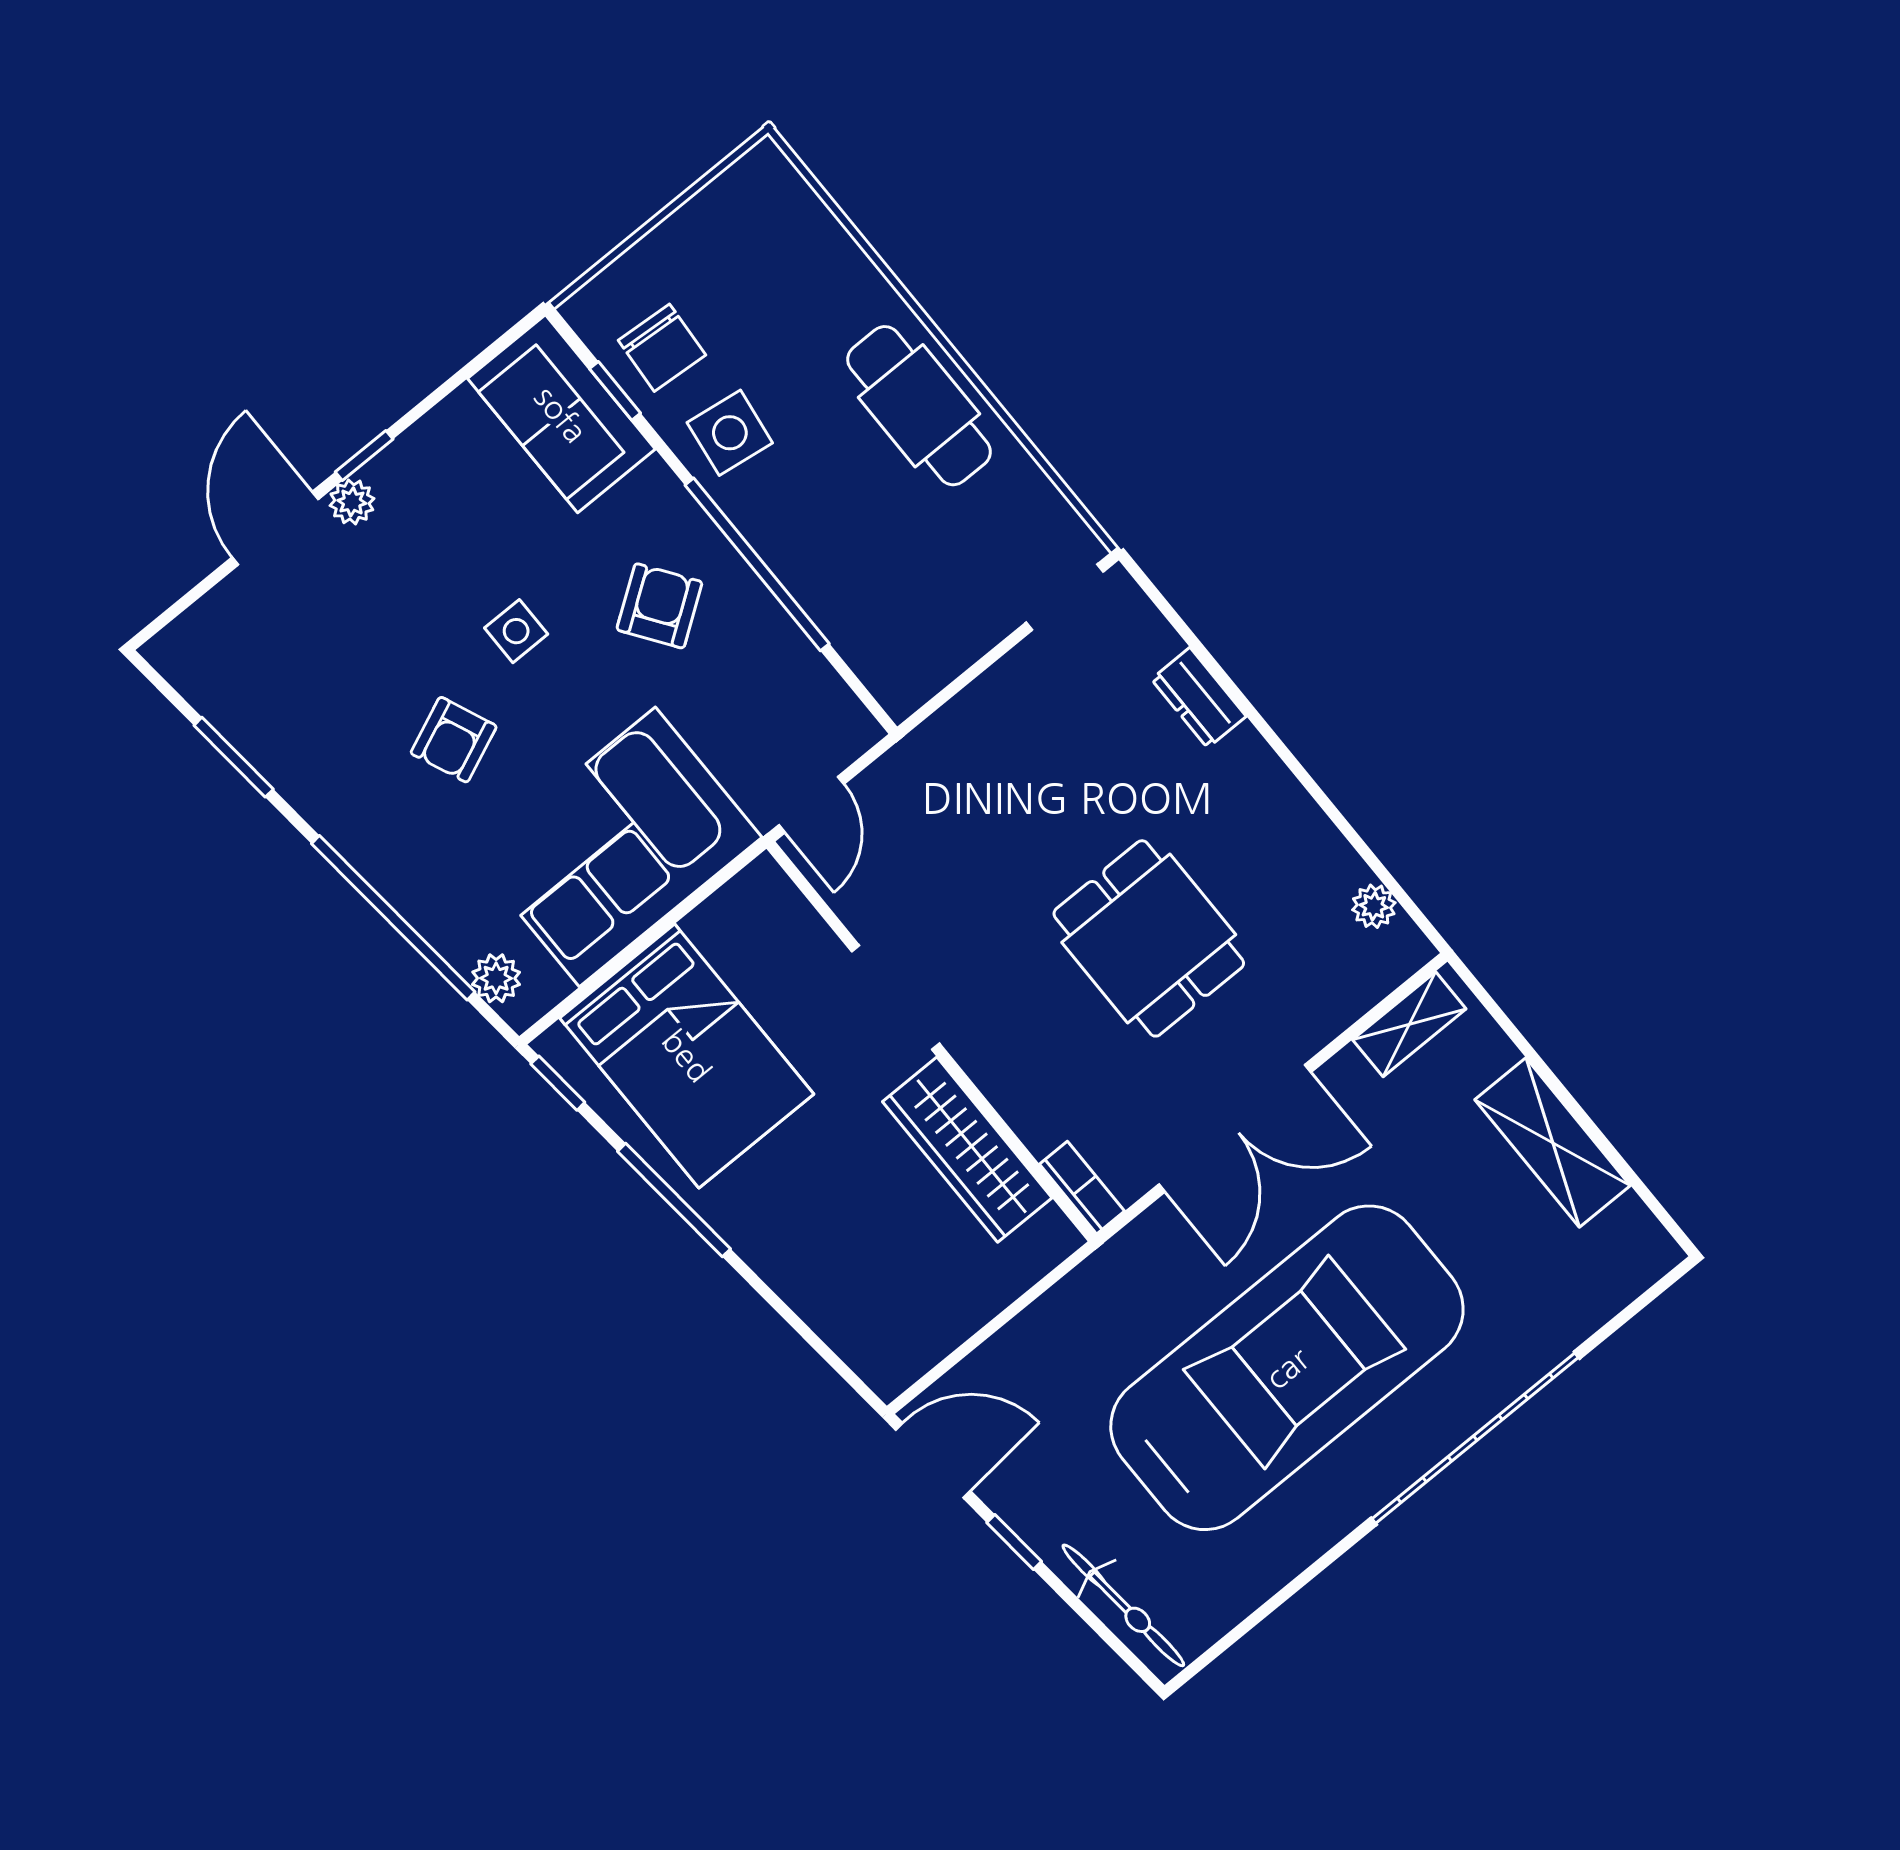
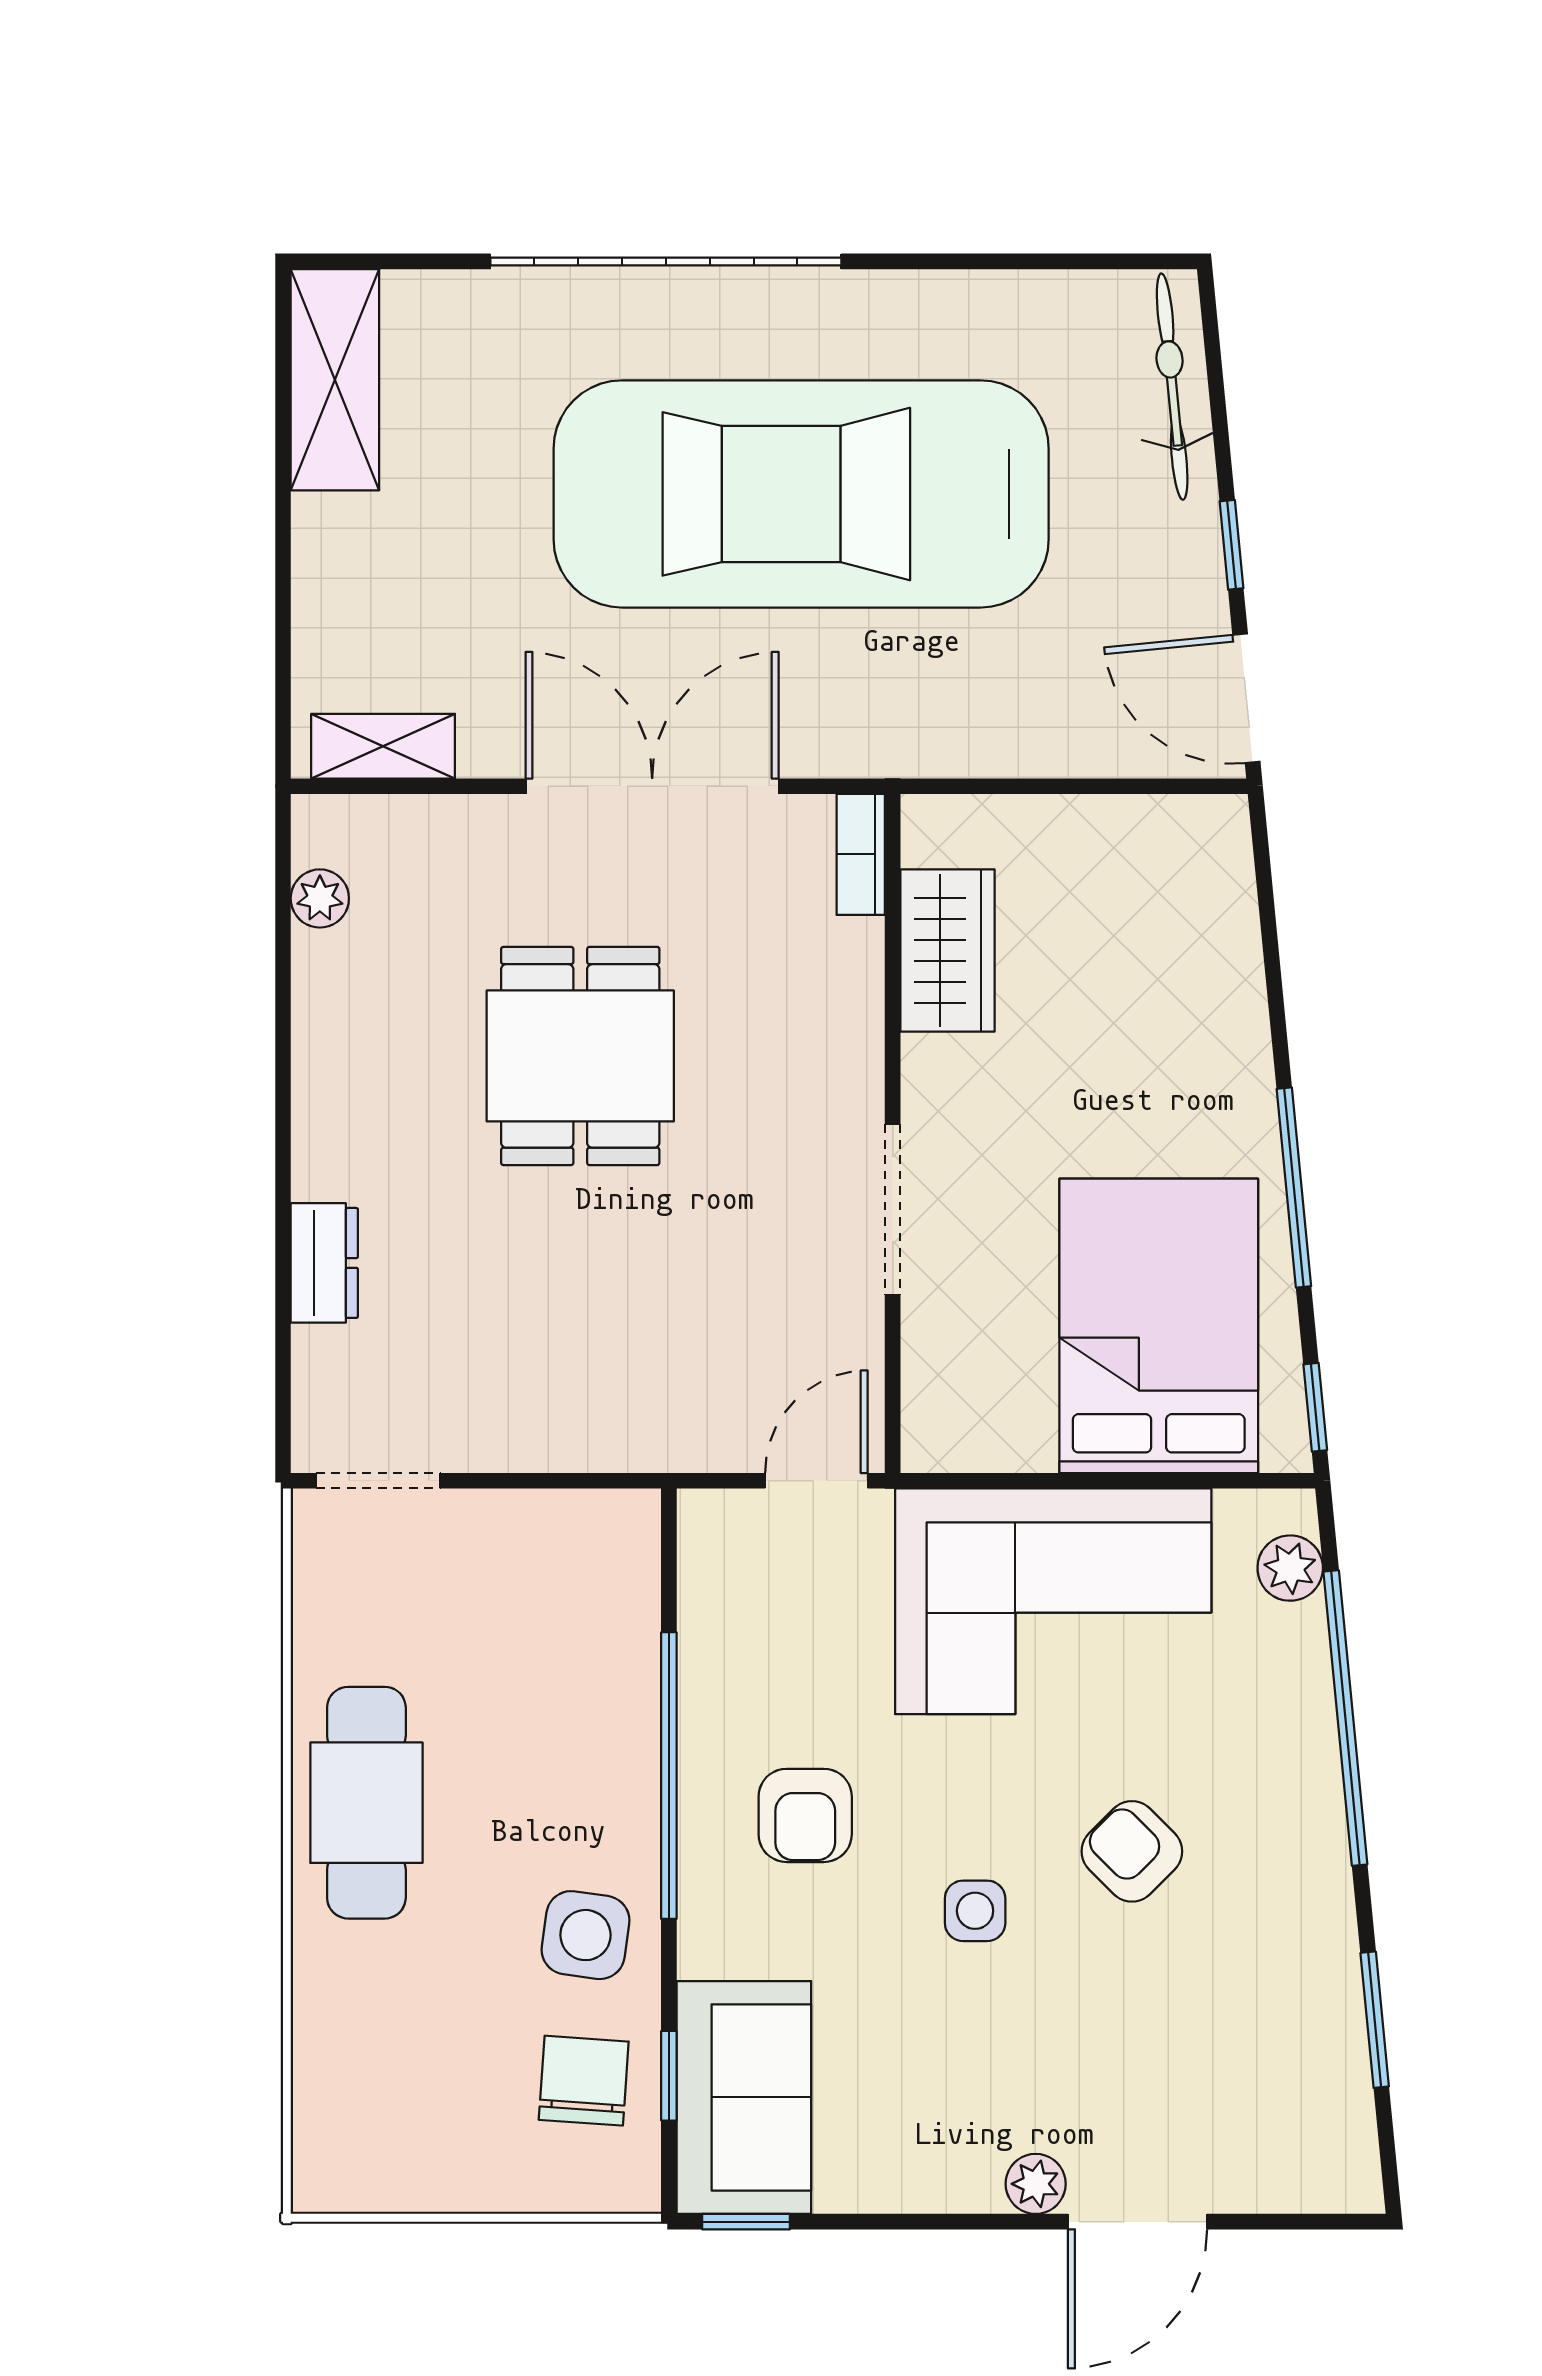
window: (364, 456) -> (746, 2222), moved
armchair: (659, 606) -> (805, 1815), turned -55
armchair: (454, 740) -> (1132, 1851), turned -112
shelving: (1553, 1143) -> (335, 380), moved
wardrobe: (967, 1150) -> (947, 950), width x0.67

